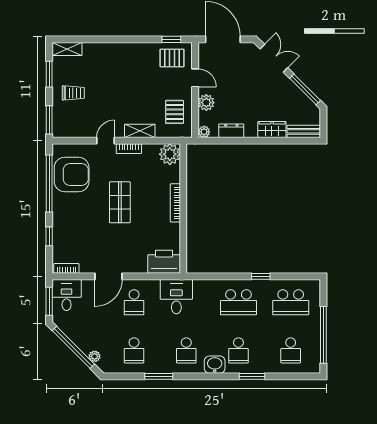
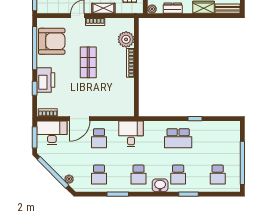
plant: (170, 154) -> (126, 39), moved
printer: (164, 262) -> (46, 80), moved, turned 90
desk: (67, 295) -> (52, 133), width x1.37
school desk: (291, 302) -> (218, 138), removed

